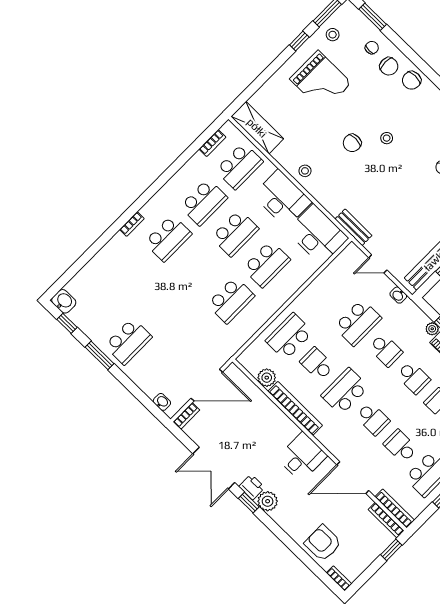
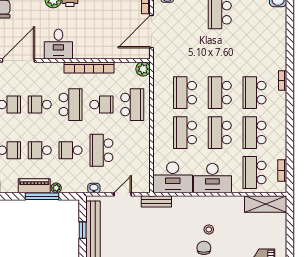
stool: (305, 171) -> (209, 229), moved
school desk: (199, 269) -> (220, 93), added
plant: (267, 378) -> (143, 69), moved

